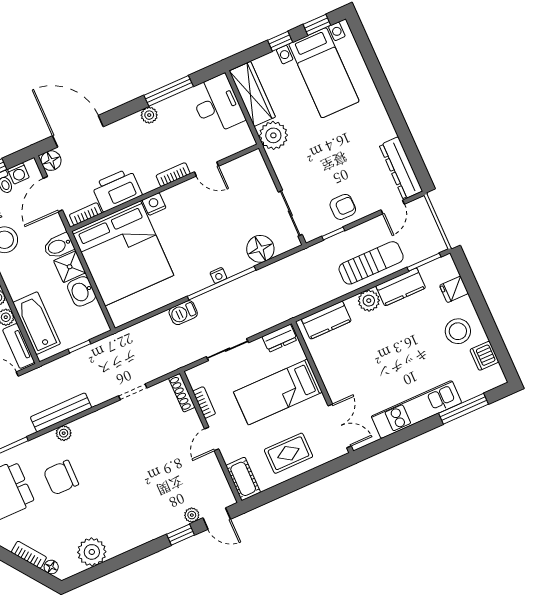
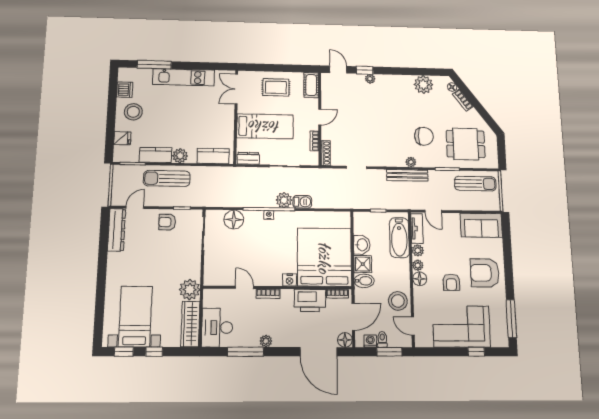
plant: (208, 304) -> (284, 200), added
plant: (192, 515) -> (370, 79), moved

